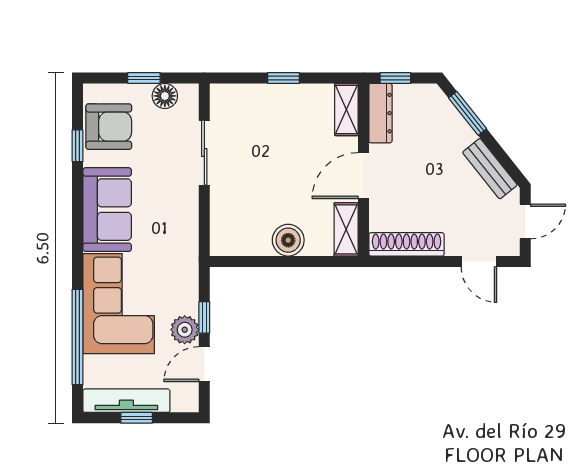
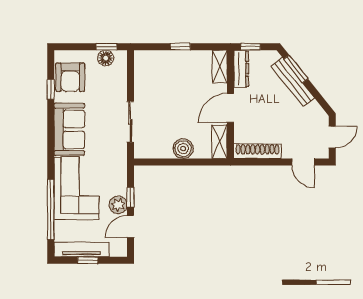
window: (144, 78) -> (107, 47), moved
armchair: (109, 127) -> (70, 77), turned 90
sliding door: (204, 153) -> (130, 122), moved
bench: (490, 169) -> (293, 82), moved, width x1.36

